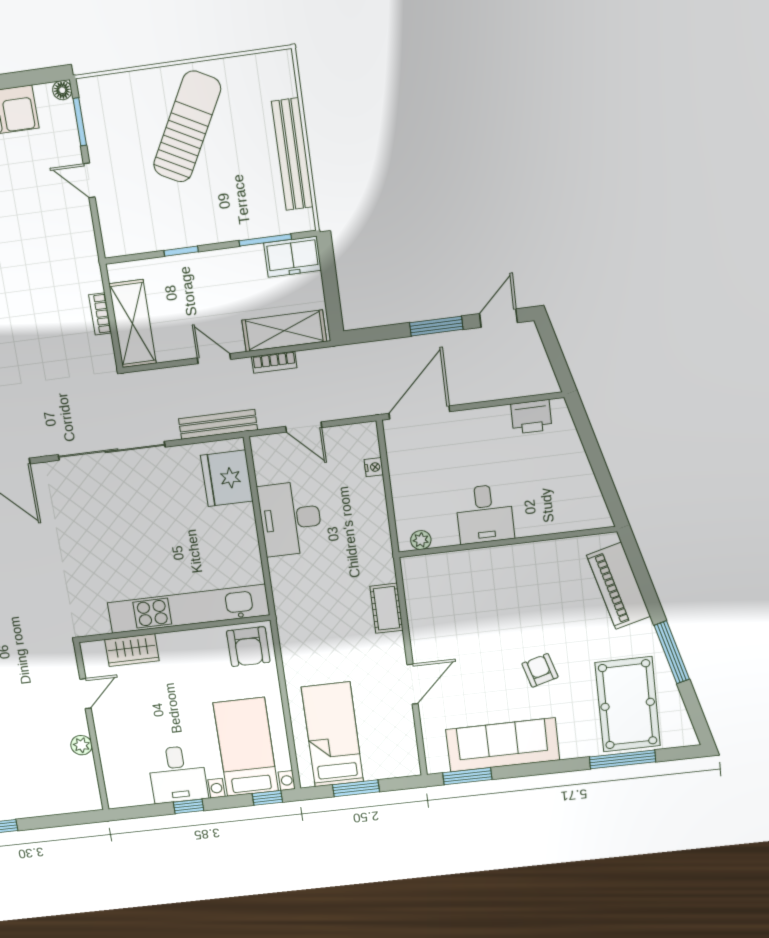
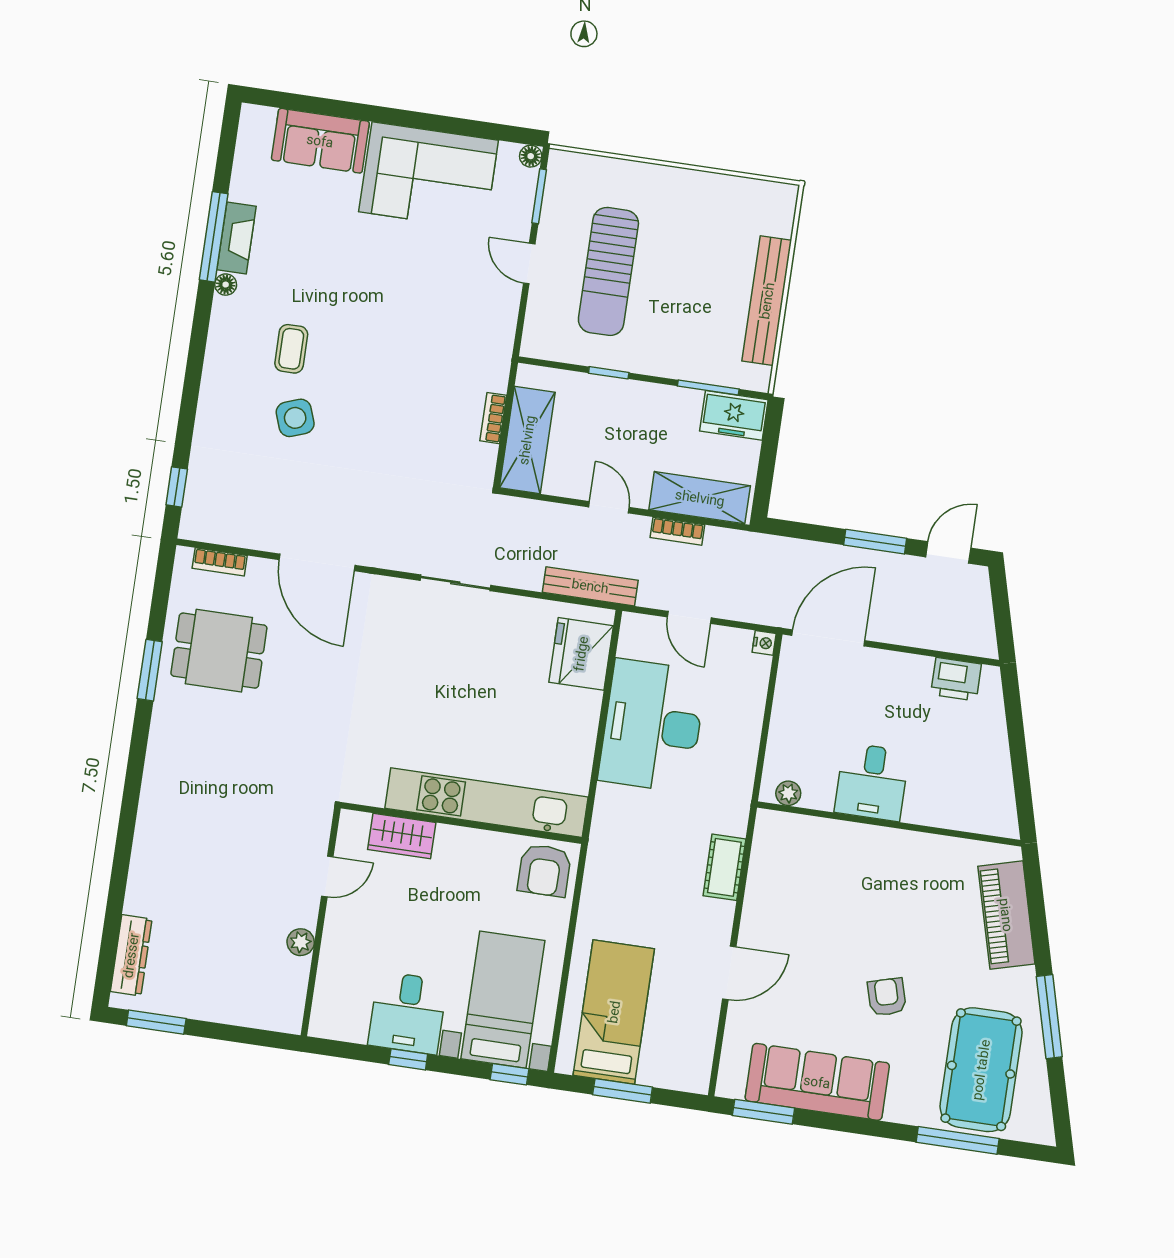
sun lounger: (187, 127) -> (608, 271), moved, turned 152
sliding door: (112, 451) -> (455, 583), width x0.54
nightstand: (374, 467) -> (764, 643), moved
desk: (290, 519) -> (652, 726), width x1.36, depth x1.30

